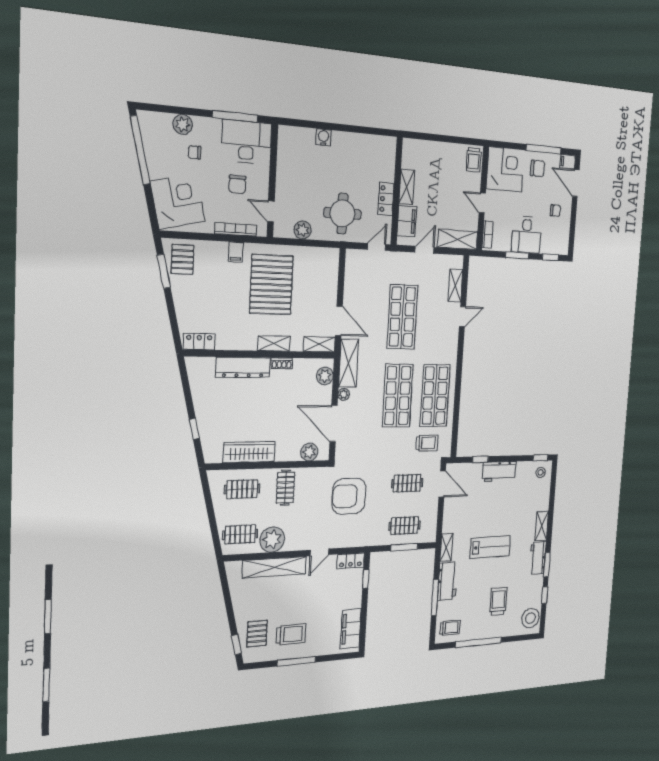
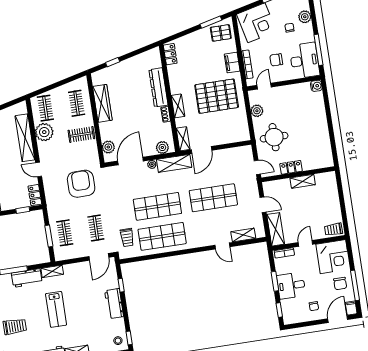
water cooler: (324, 137) -> (316, 86), moved
filing cabinet: (407, 221) -> (280, 187), removed
filing cabinet: (236, 252) -> (232, 63), width x2.00

